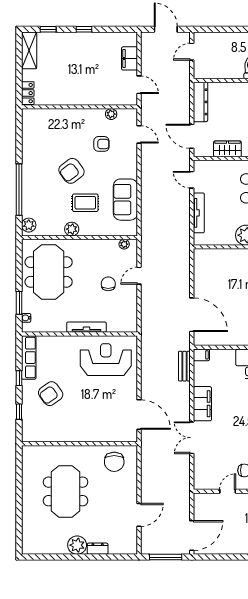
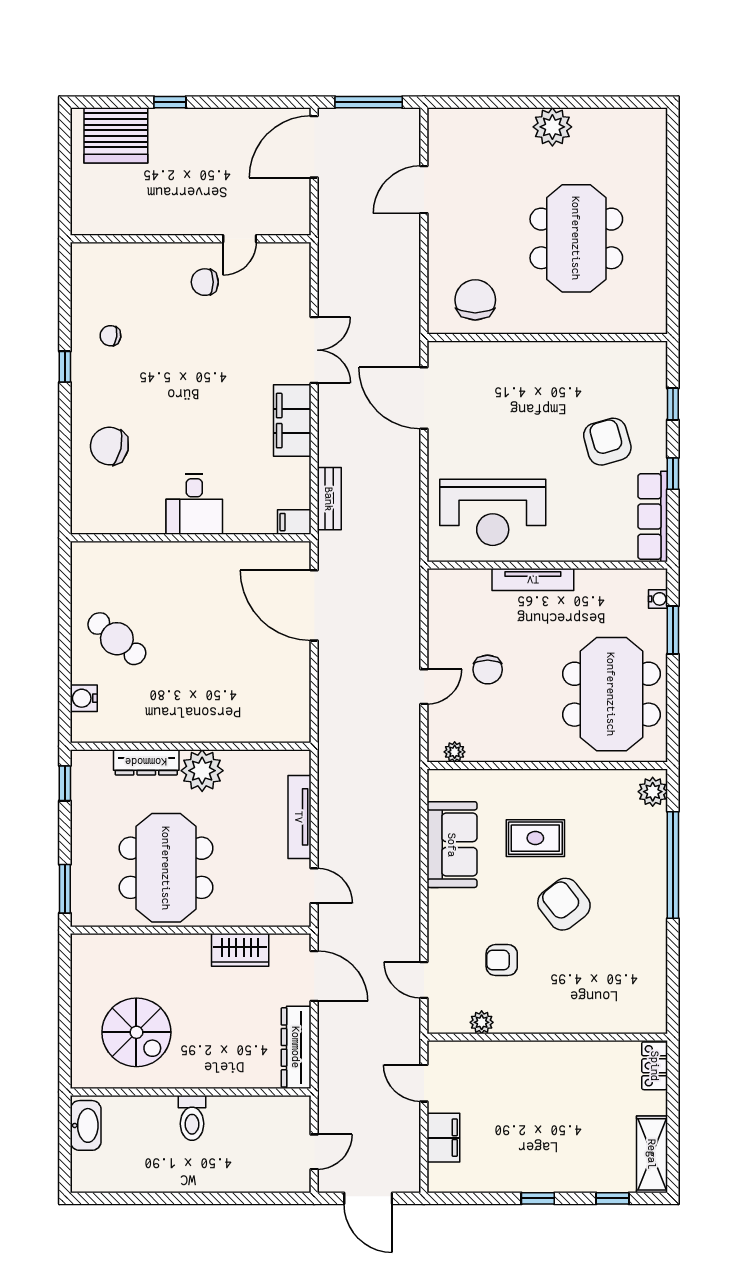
armchair: (71, 171) -> (564, 904), turned -91
plant: (72, 229) -> (564, 783), removed
armchair: (51, 394) -> (607, 442), turned -70
dresser: (98, 549) -> (510, 119), removed

